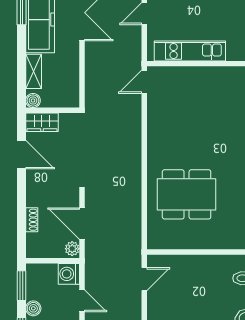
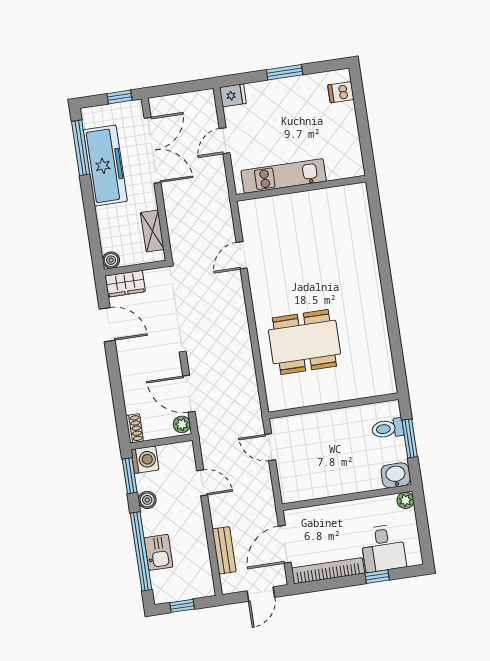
shelving: (34, 71) -> (152, 231), moved
door: (144, 82) -> (242, 255), moved
shoe rack: (32, 220) -> (135, 428), moved
washing machine: (69, 274) -> (145, 460), moved, turned 180
door: (144, 279) -> (270, 447), swing flipped

